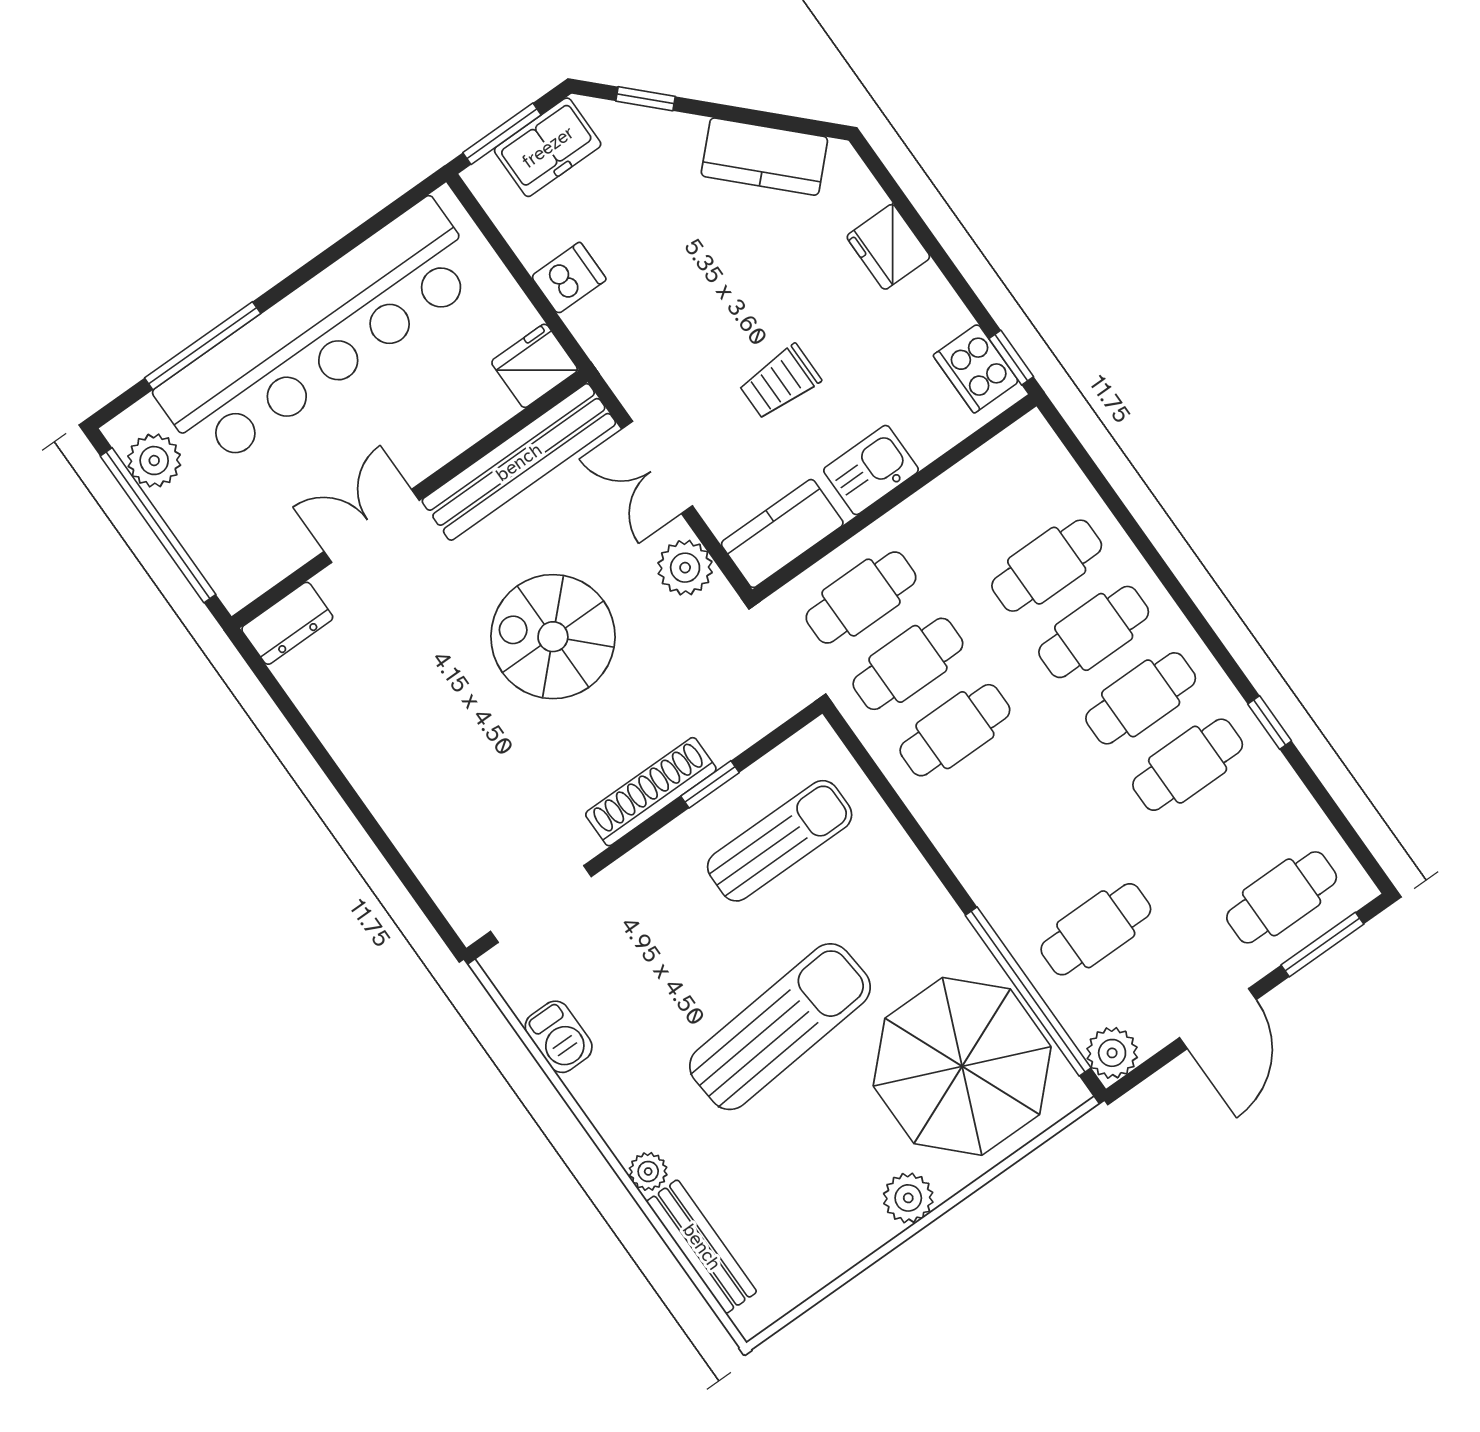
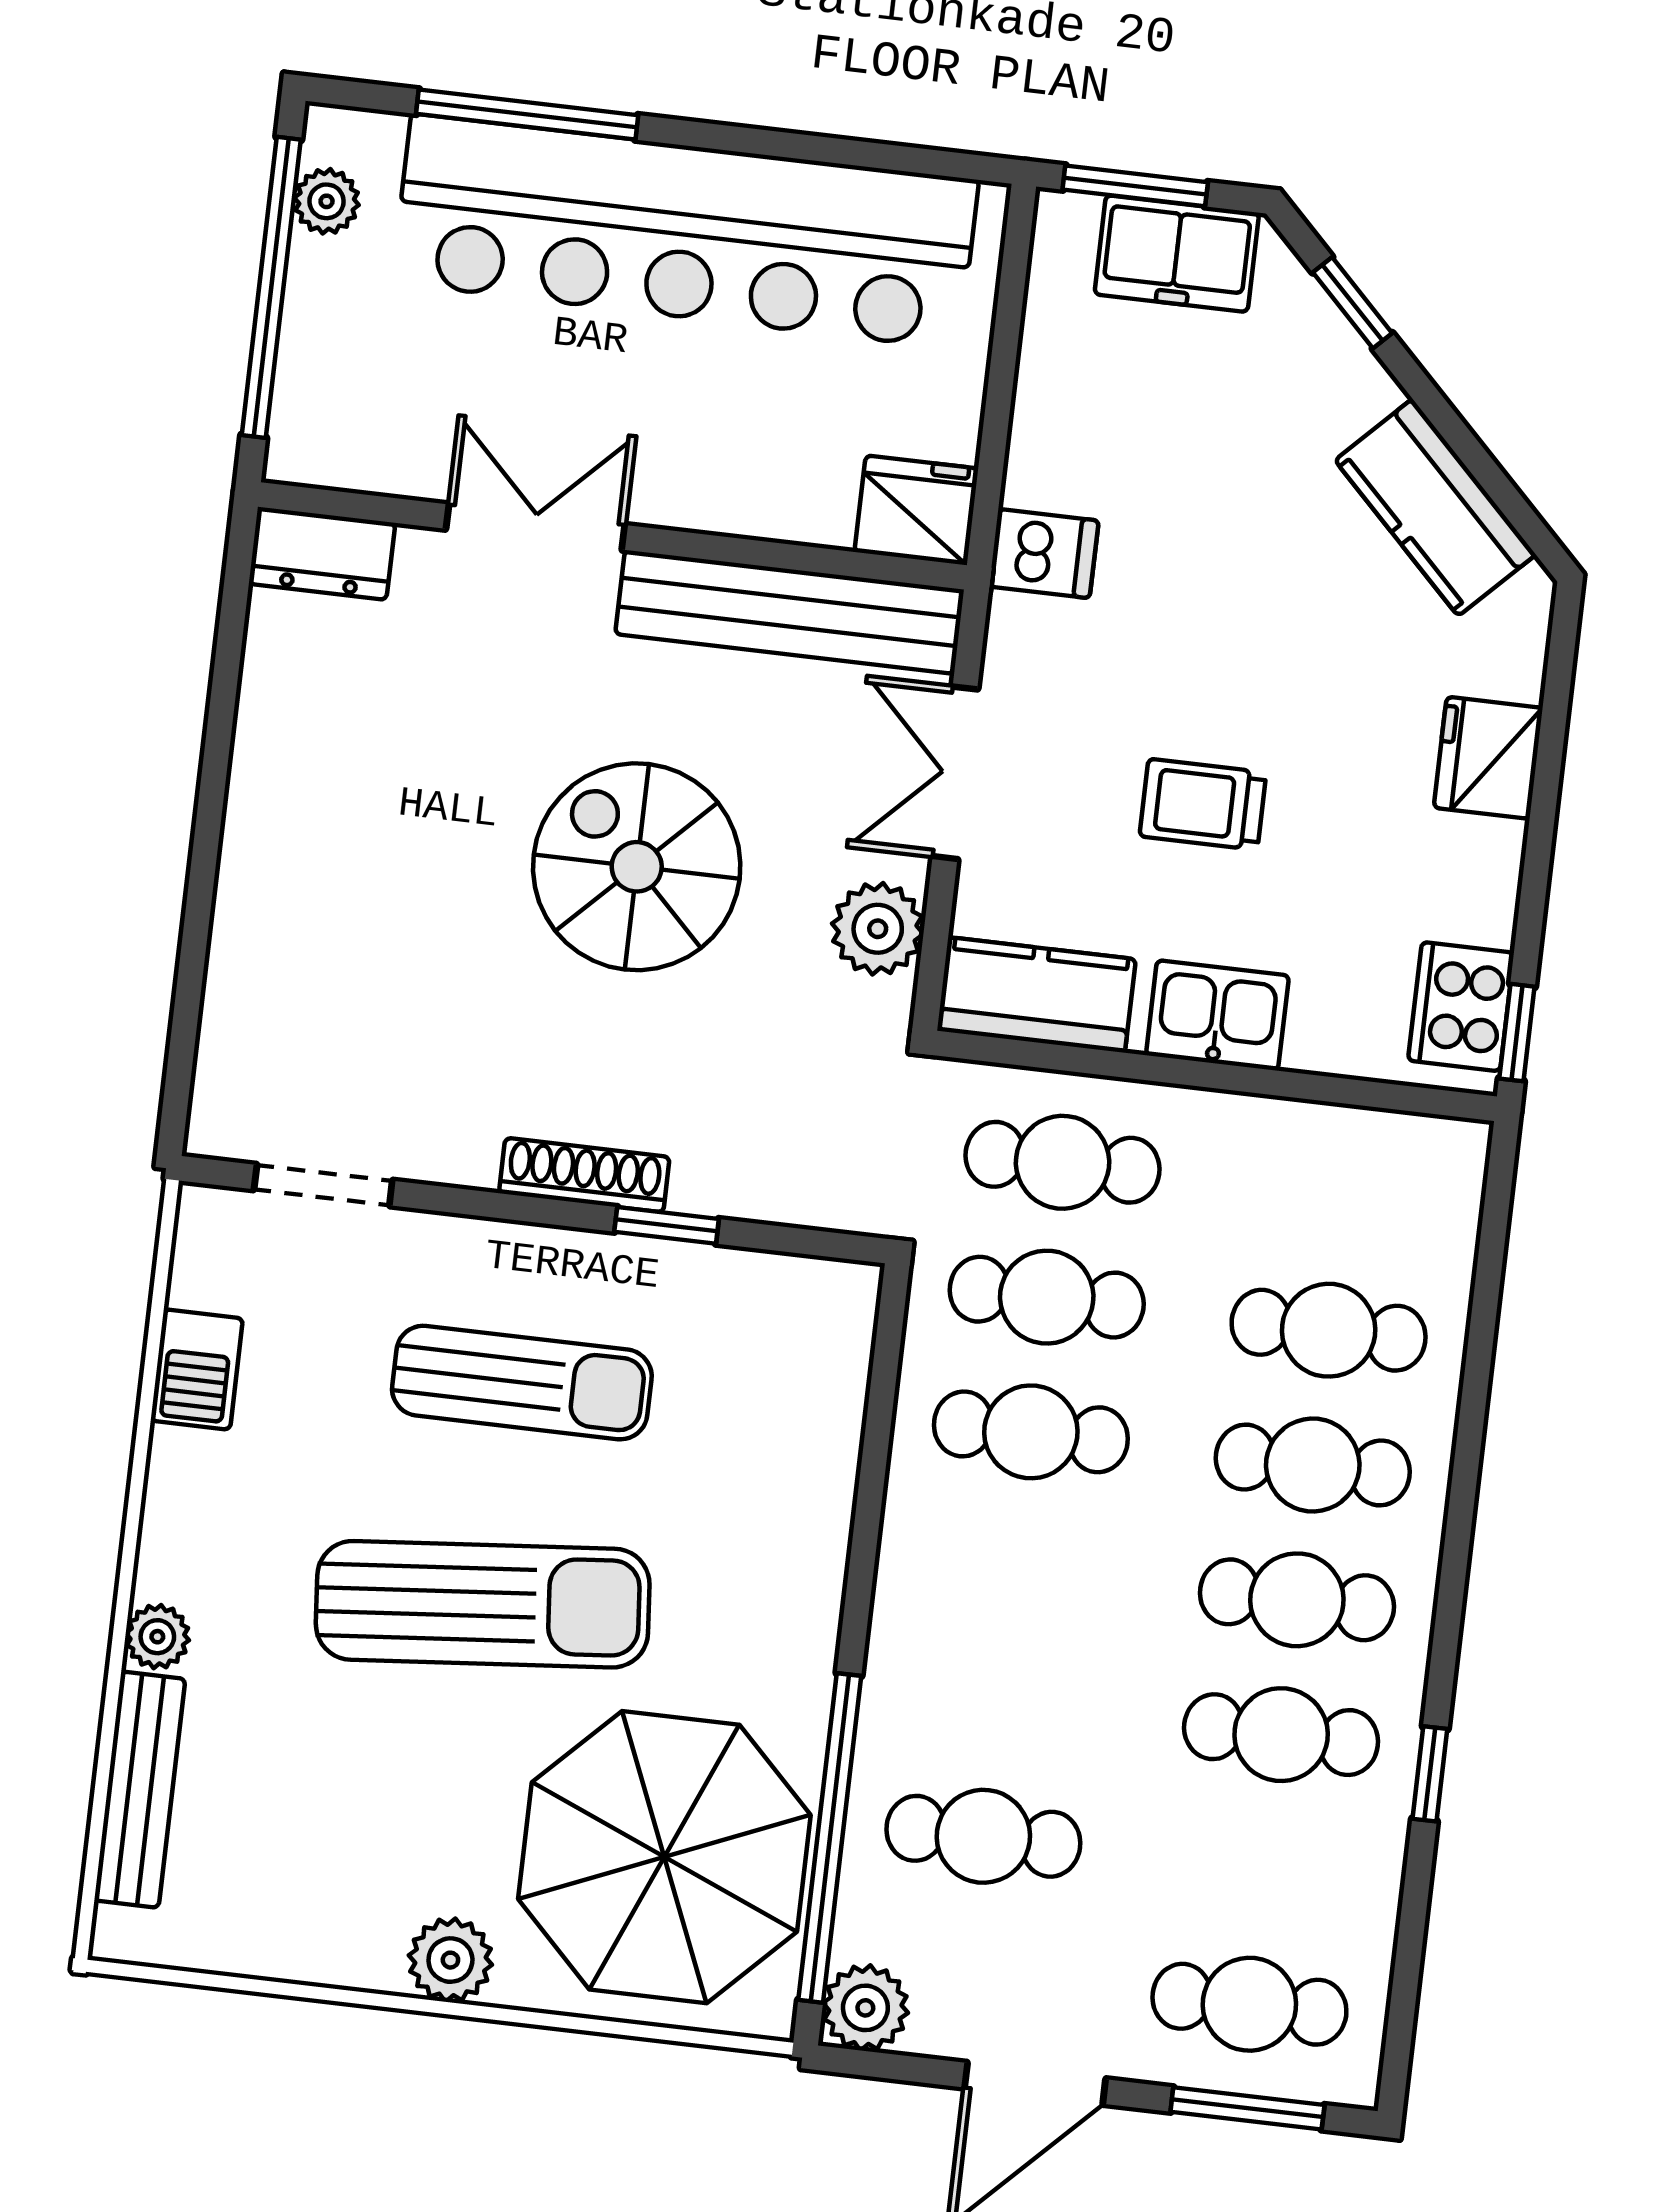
dishwasher: (569, 278) -> (1044, 554), moved
plant: (154, 461) -> (327, 201), width x0.73, depth x0.73
shoe rack: (651, 792) -> (584, 1175), width x0.74, depth x0.81
sun lounger: (780, 841) -> (522, 1383), moved
doorway: (541, 904) -> (323, 1185), width x0.73

